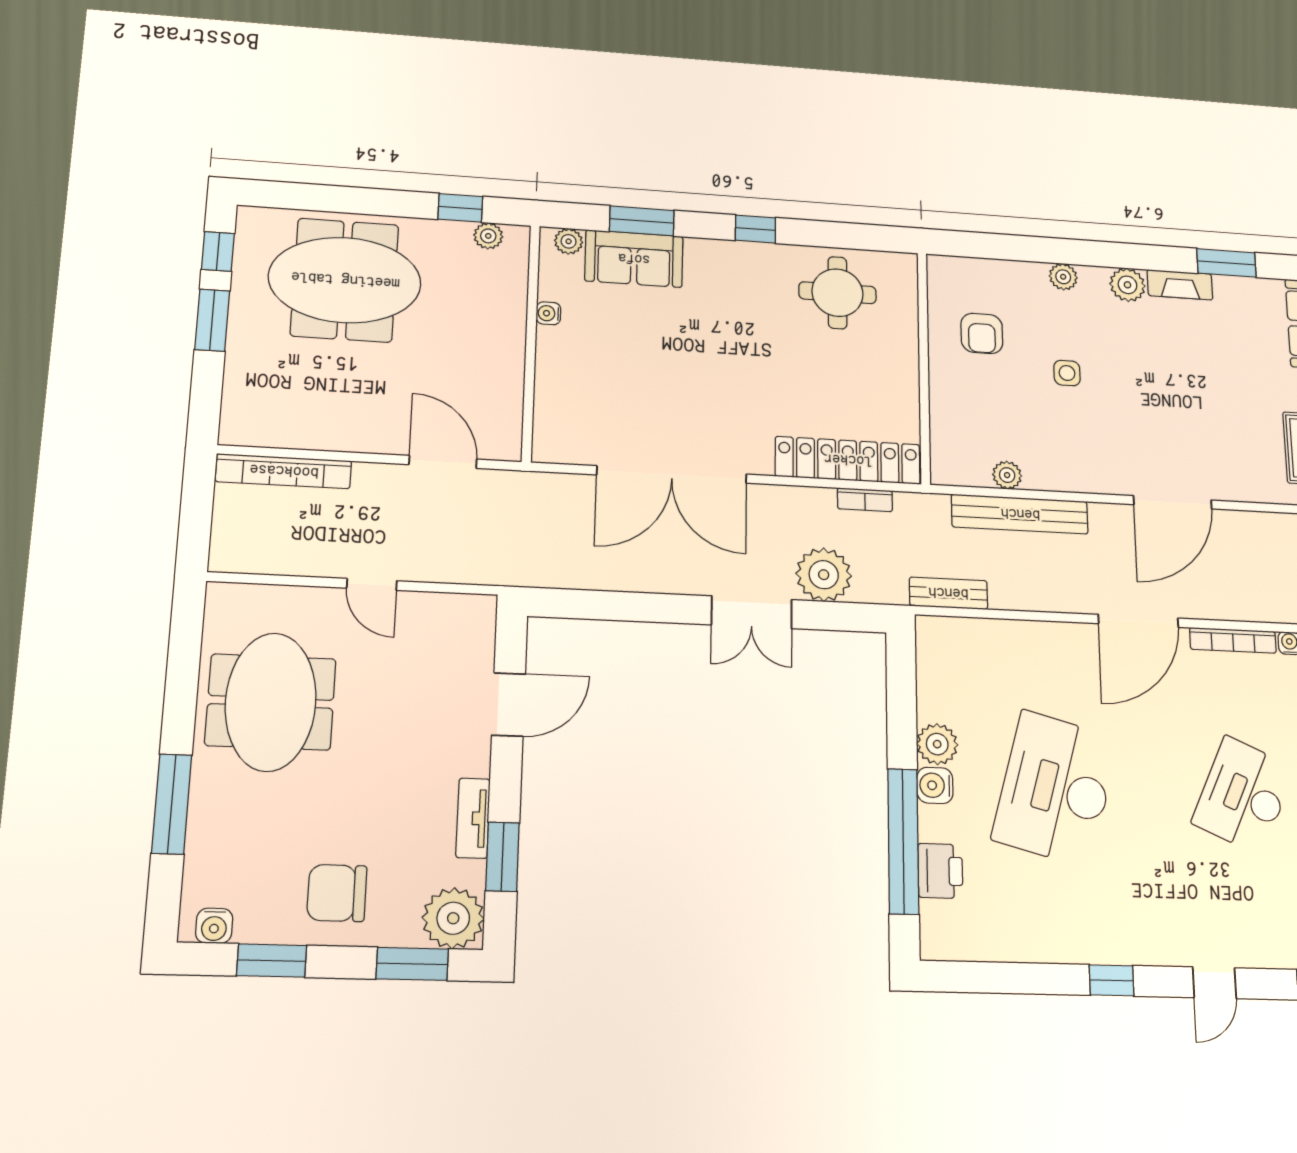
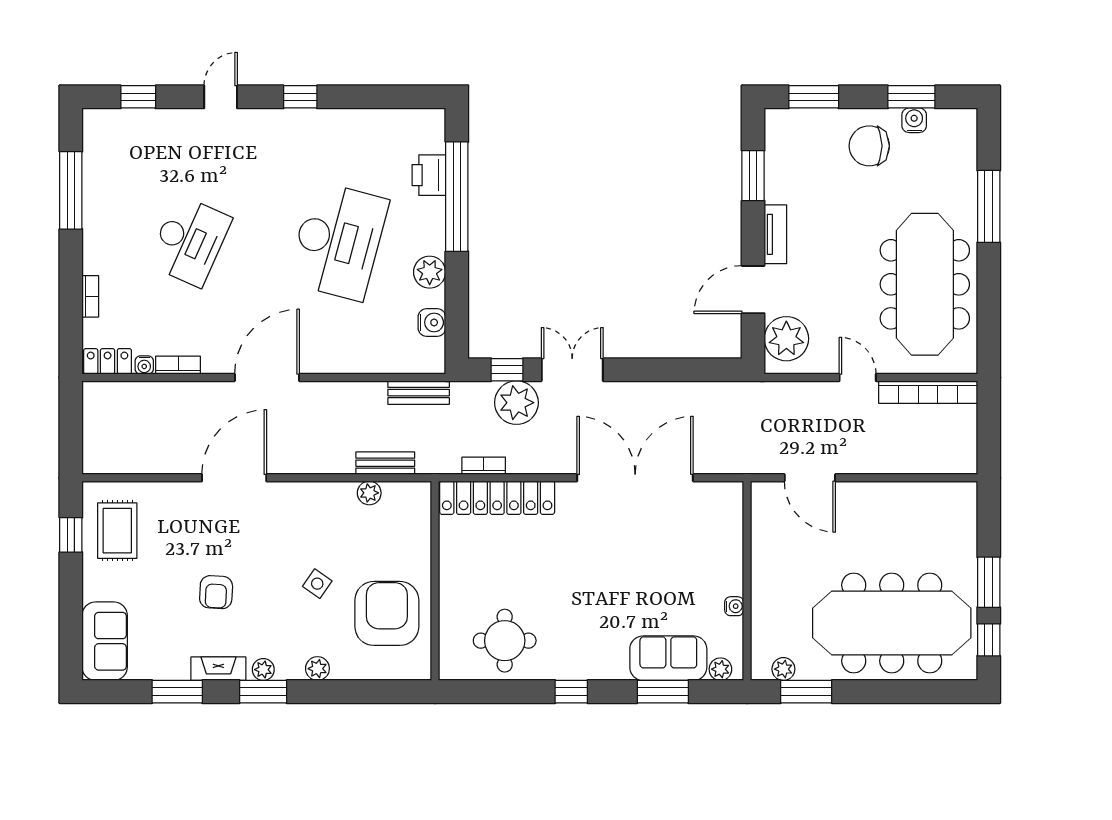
window: (460, 208) -> (806, 692), width x1.50
window: (1126, 256) -> (263, 692), added
meeting table: (345, 280) -> (892, 623), width x1.36
plant: (1127, 285) -> (263, 670), width x0.73, depth x0.73
armchair: (982, 333) -> (387, 613), width x1.88, depth x1.88
armchair: (1187, 371) -> (216, 592), added
side table: (1067, 373) -> (317, 584), turned 35
bookcase: (284, 471) -> (928, 392), moved, turned 180
bench: (1020, 514) -> (385, 463), width x0.54, depth x0.82
window: (836, 616) -> (507, 370), added
bookcase: (1233, 640) -> (178, 365), width x0.64
meeting table: (271, 702) -> (925, 284), width x1.36
water cooler: (935, 785) -> (432, 322), moved
tv unit: (473, 818) -> (775, 234), moved
chair: (337, 893) -> (869, 146), turned 180
plant: (453, 918) -> (786, 339), moved
water cooler: (214, 926) -> (914, 120), moved

